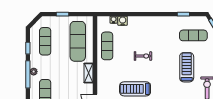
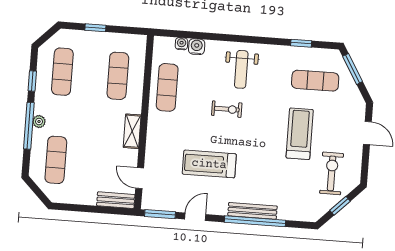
weight bench: (150, 32) -> (241, 69), added
exercise mat: (78, 41) -> (118, 76), width x0.73, depth x0.69

